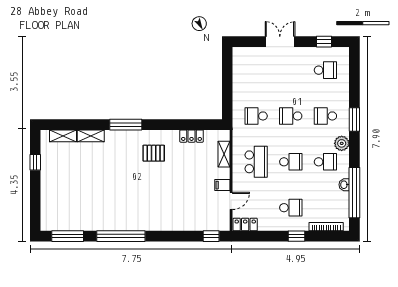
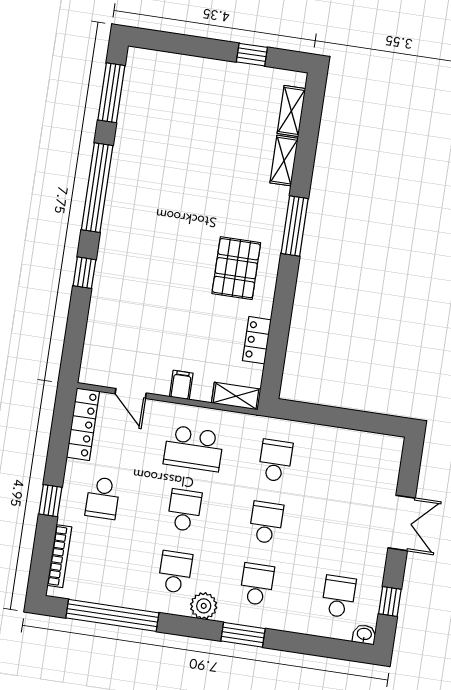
school desk: (325, 70) -> (339, 596), turned 180
pallet: (154, 153) -> (236, 268), width x1.50, depth x1.42
shelving: (224, 154) -> (236, 396), moved
school desk: (291, 162) -> (184, 510), turned 180
school desk: (325, 162) -> (175, 572), turned 180
filing cabinet: (222, 185) -> (181, 385), moved
washbasin: (344, 185) -> (364, 634), moved
locker: (245, 225) -> (83, 424), width x1.53
window: (211, 236) -> (84, 273), moved

